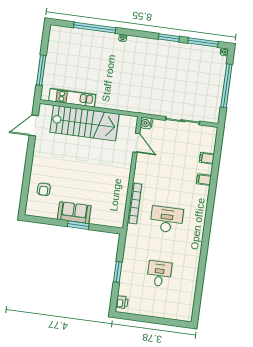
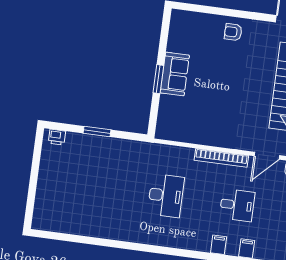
armchair: (44, 189) -> (233, 32), moved
bookcase: (134, 204) -> (221, 158), moved
desk: (159, 274) -> (237, 205), moved

